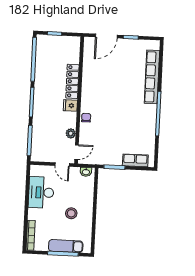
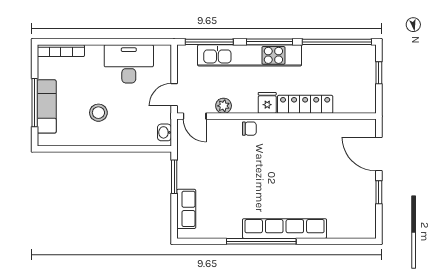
row of seats: (152, 77) -> (285, 229), moved
kitchen unit: (39, 115) -> (250, 55), added

